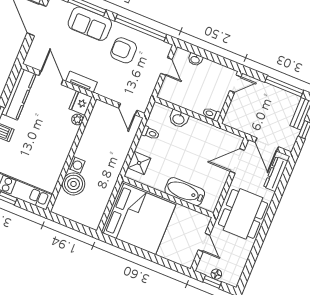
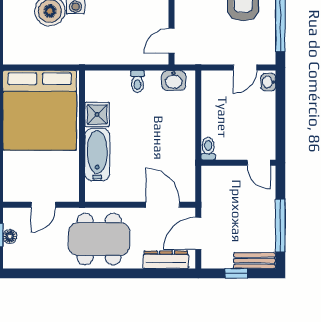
washbasin: (195, 60) -> (268, 82), moved
washbasin: (179, 119) -> (174, 80), moved, turned -90
toilet: (150, 133) -> (137, 82), moved
shower: (139, 163) -> (97, 114), moved

